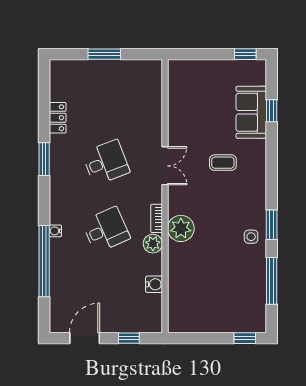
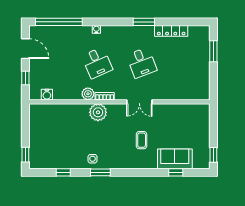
window: (104, 54) -> (213, 51), moved
locker: (58, 118) -> (171, 31), width x1.53
window: (44, 261) -> (59, 22), moved
window: (272, 281) -> (63, 172), width x0.46
water cooler: (154, 284) -> (47, 95), moved

